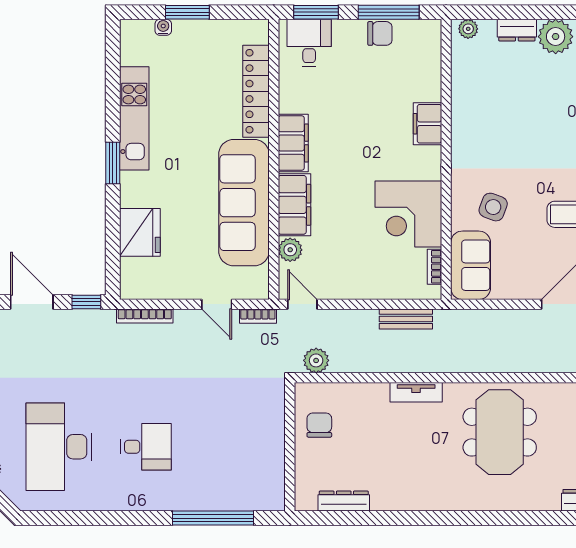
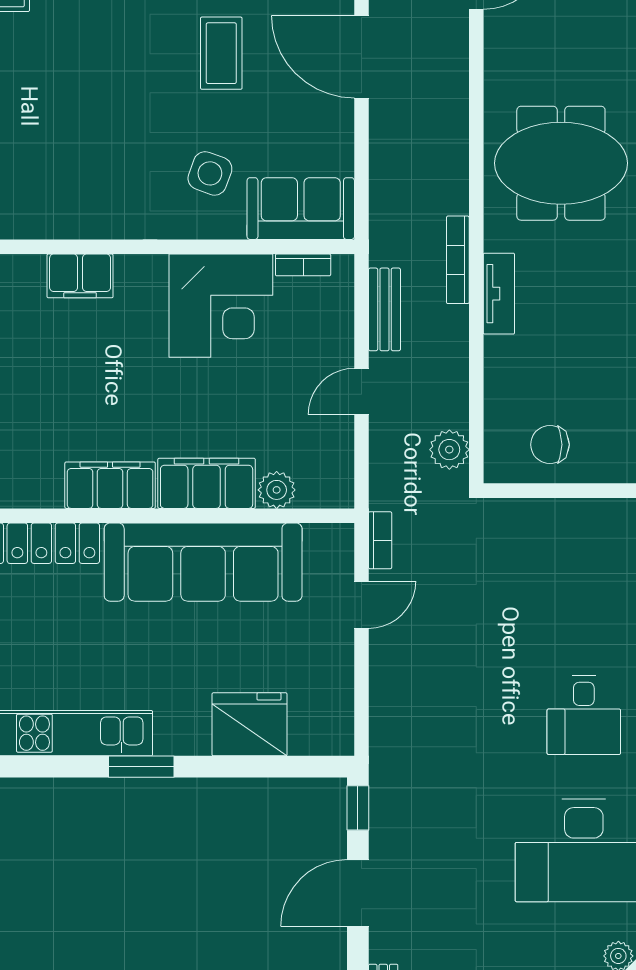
door: (302, 304) -> (361, 391), moved
bookcase: (145, 316) -> (458, 260), moved, turned 180
desk: (146, 447) -> (584, 715), turned 180

